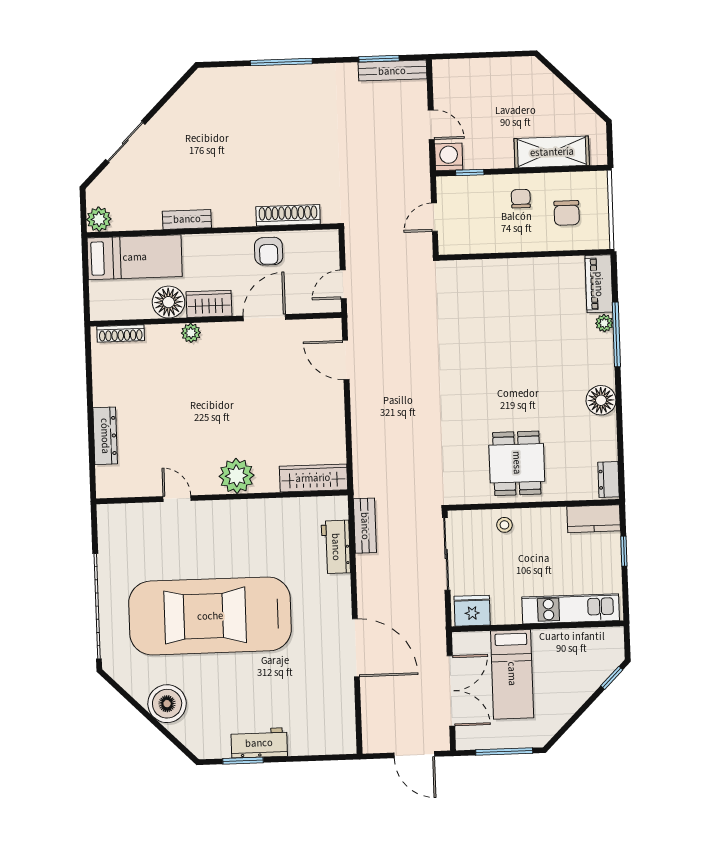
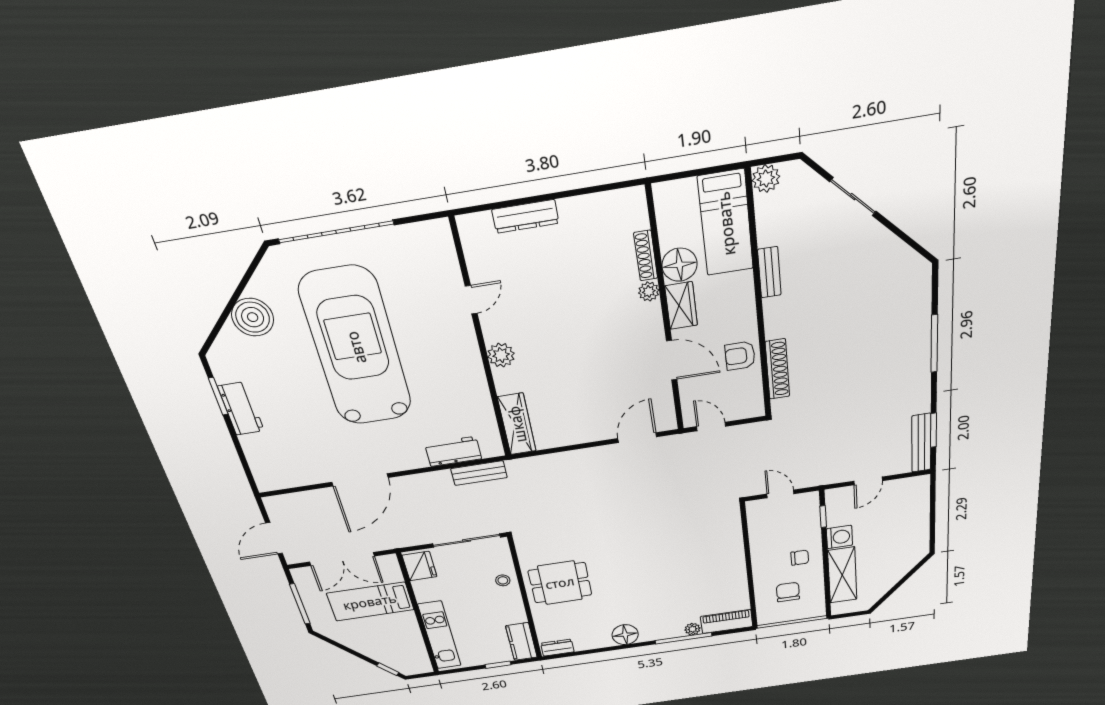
washing machine: (449, 157) -> (839, 537), moved
chair: (567, 213) -> (788, 592), turned 90
shoe rack: (121, 334) -> (646, 256), moved
plant: (237, 476) -> (501, 355), width x0.73, depth x0.73

